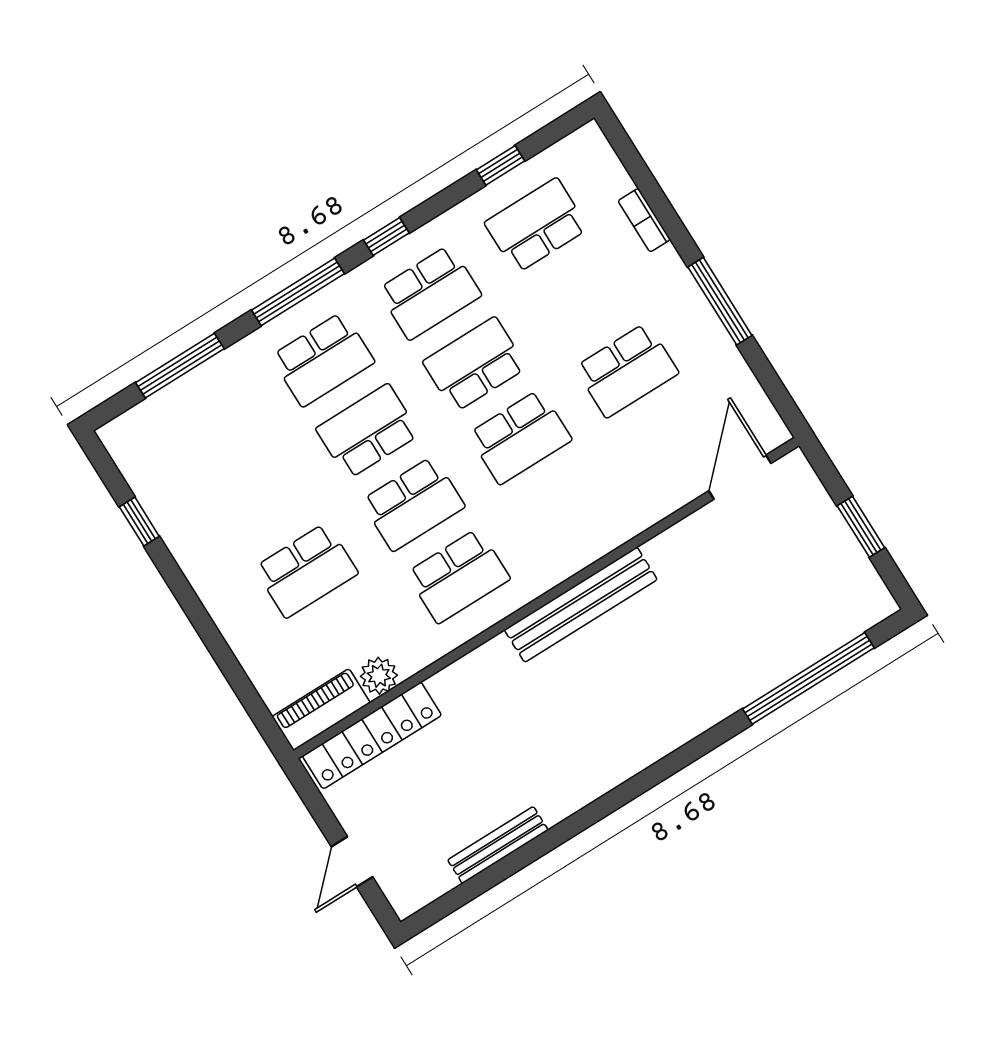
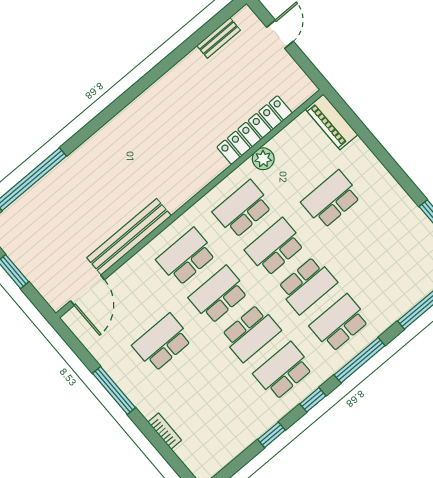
window: (500, 165) -> (272, 435), moved
school desk: (536, 226) -> (186, 257), moved, turned 180
bench: (581, 605) -> (129, 237), moved
plant: (379, 676) -> (263, 159), moved
piano: (321, 710) -> (332, 122), moved, turned 90
locker: (372, 736) -> (255, 130), moved
bench: (498, 845) -> (219, 38), moved, width x0.73

